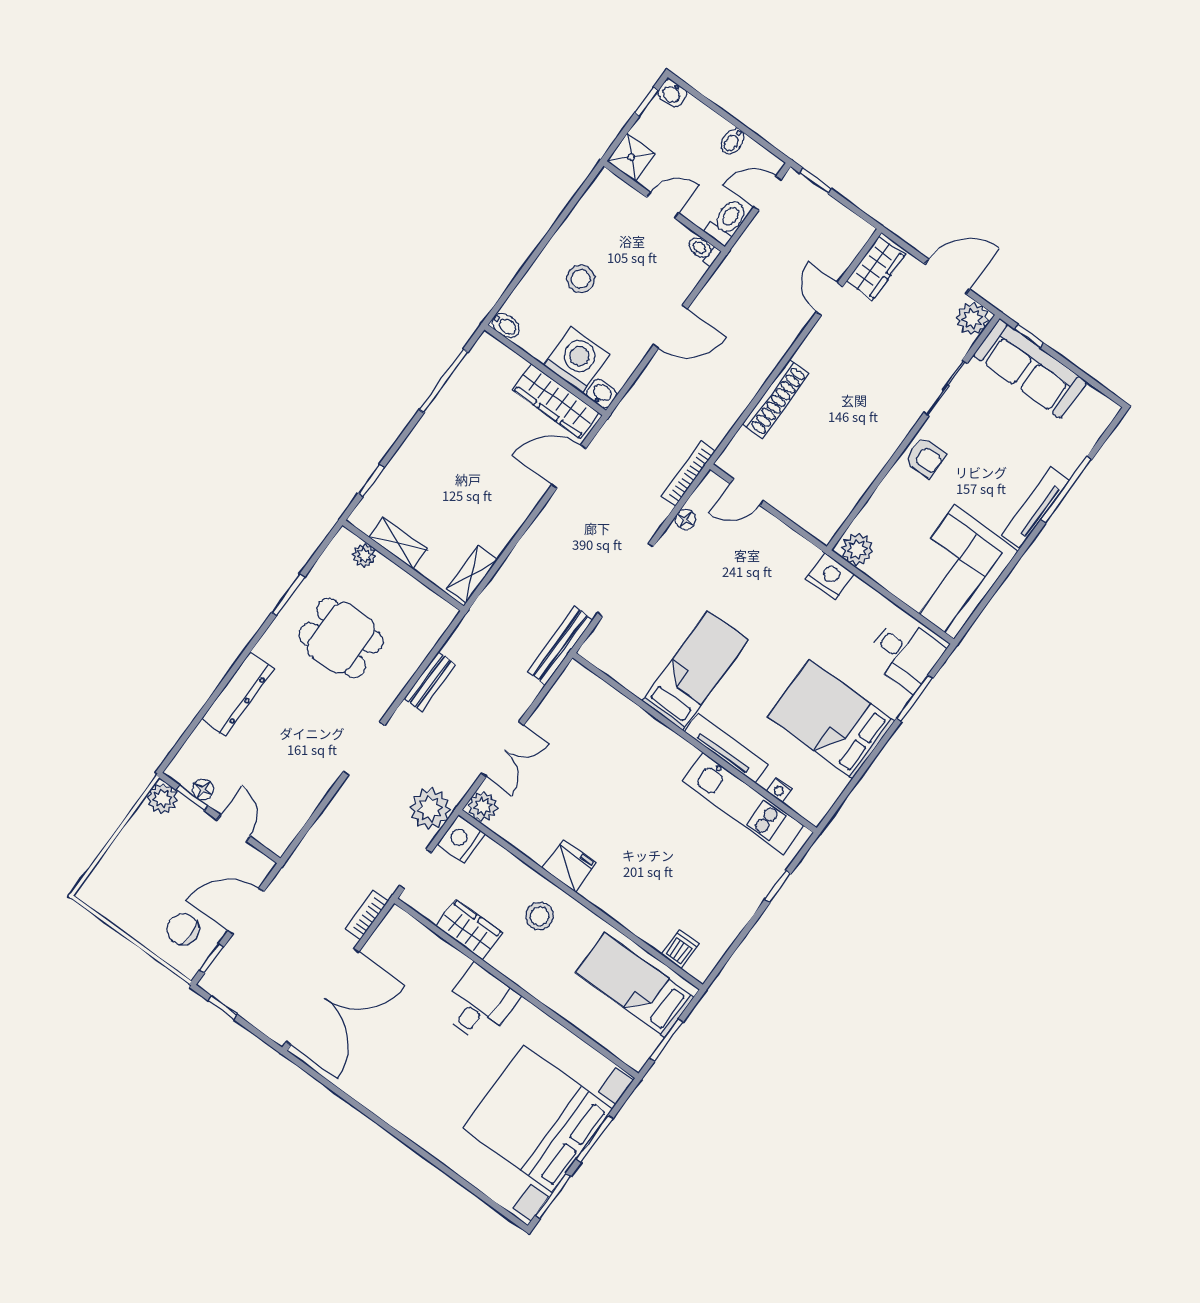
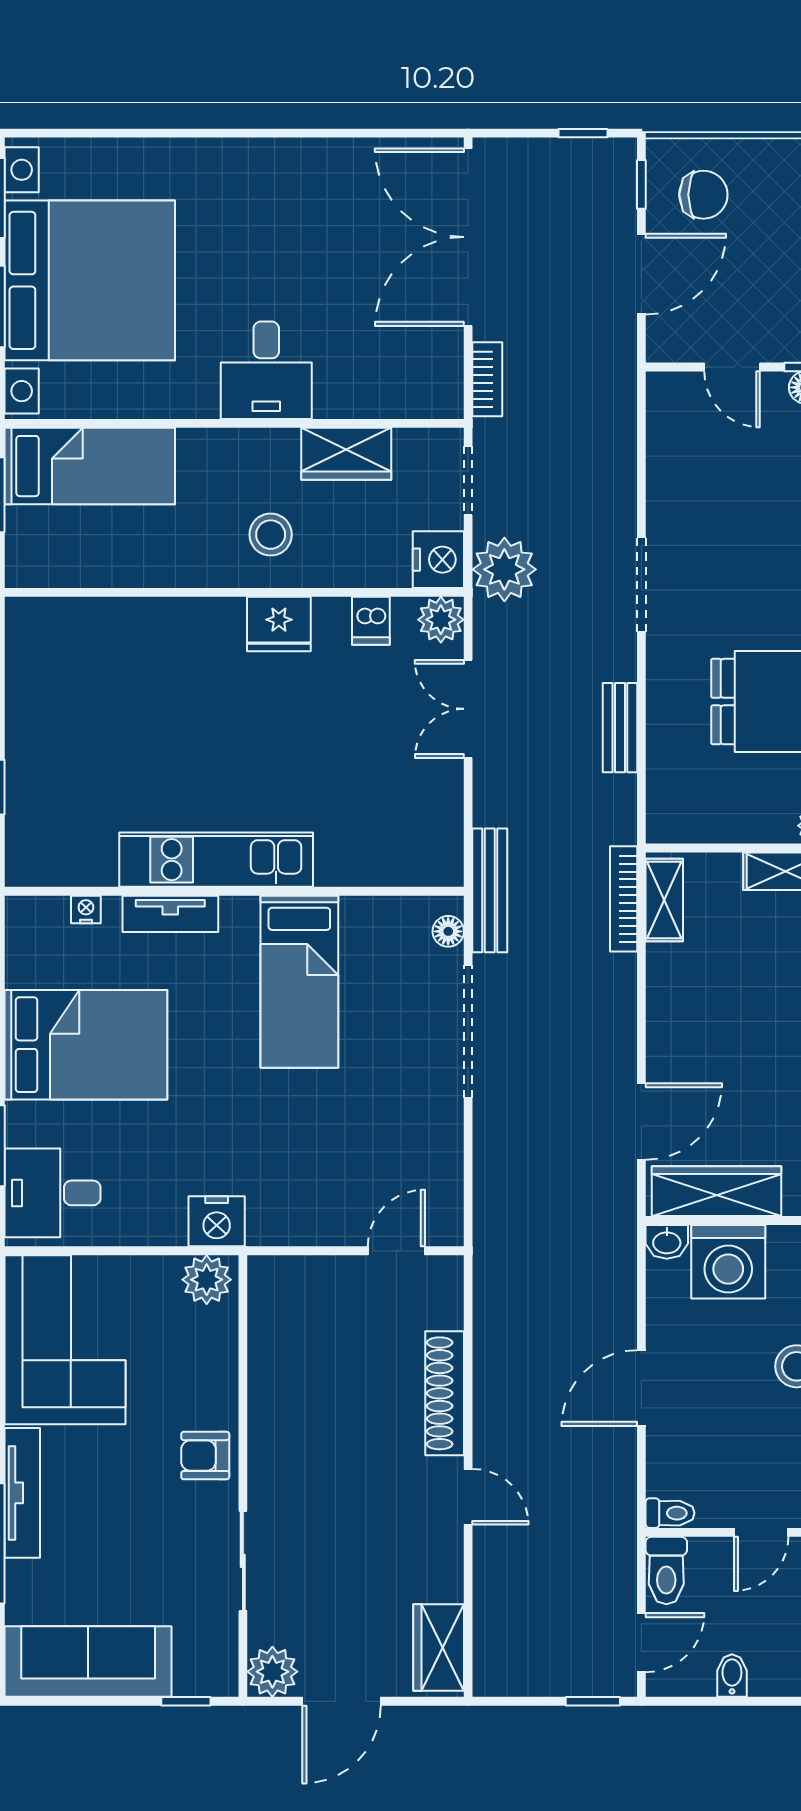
door: (829, 299) -> (468, 1497), moved
sofa: (1030, 369) -> (88, 1662), moved
bookcase: (688, 474) -> (624, 899), moved, turned 180
floor lamp: (685, 519) -> (448, 931), moved
tv unit: (727, 748) -> (170, 914), width x0.71
kitchen unit: (743, 803) -> (216, 860), moved
dishwasher: (680, 949) -> (371, 621), moved
bed: (635, 985) -> (90, 466), moved

